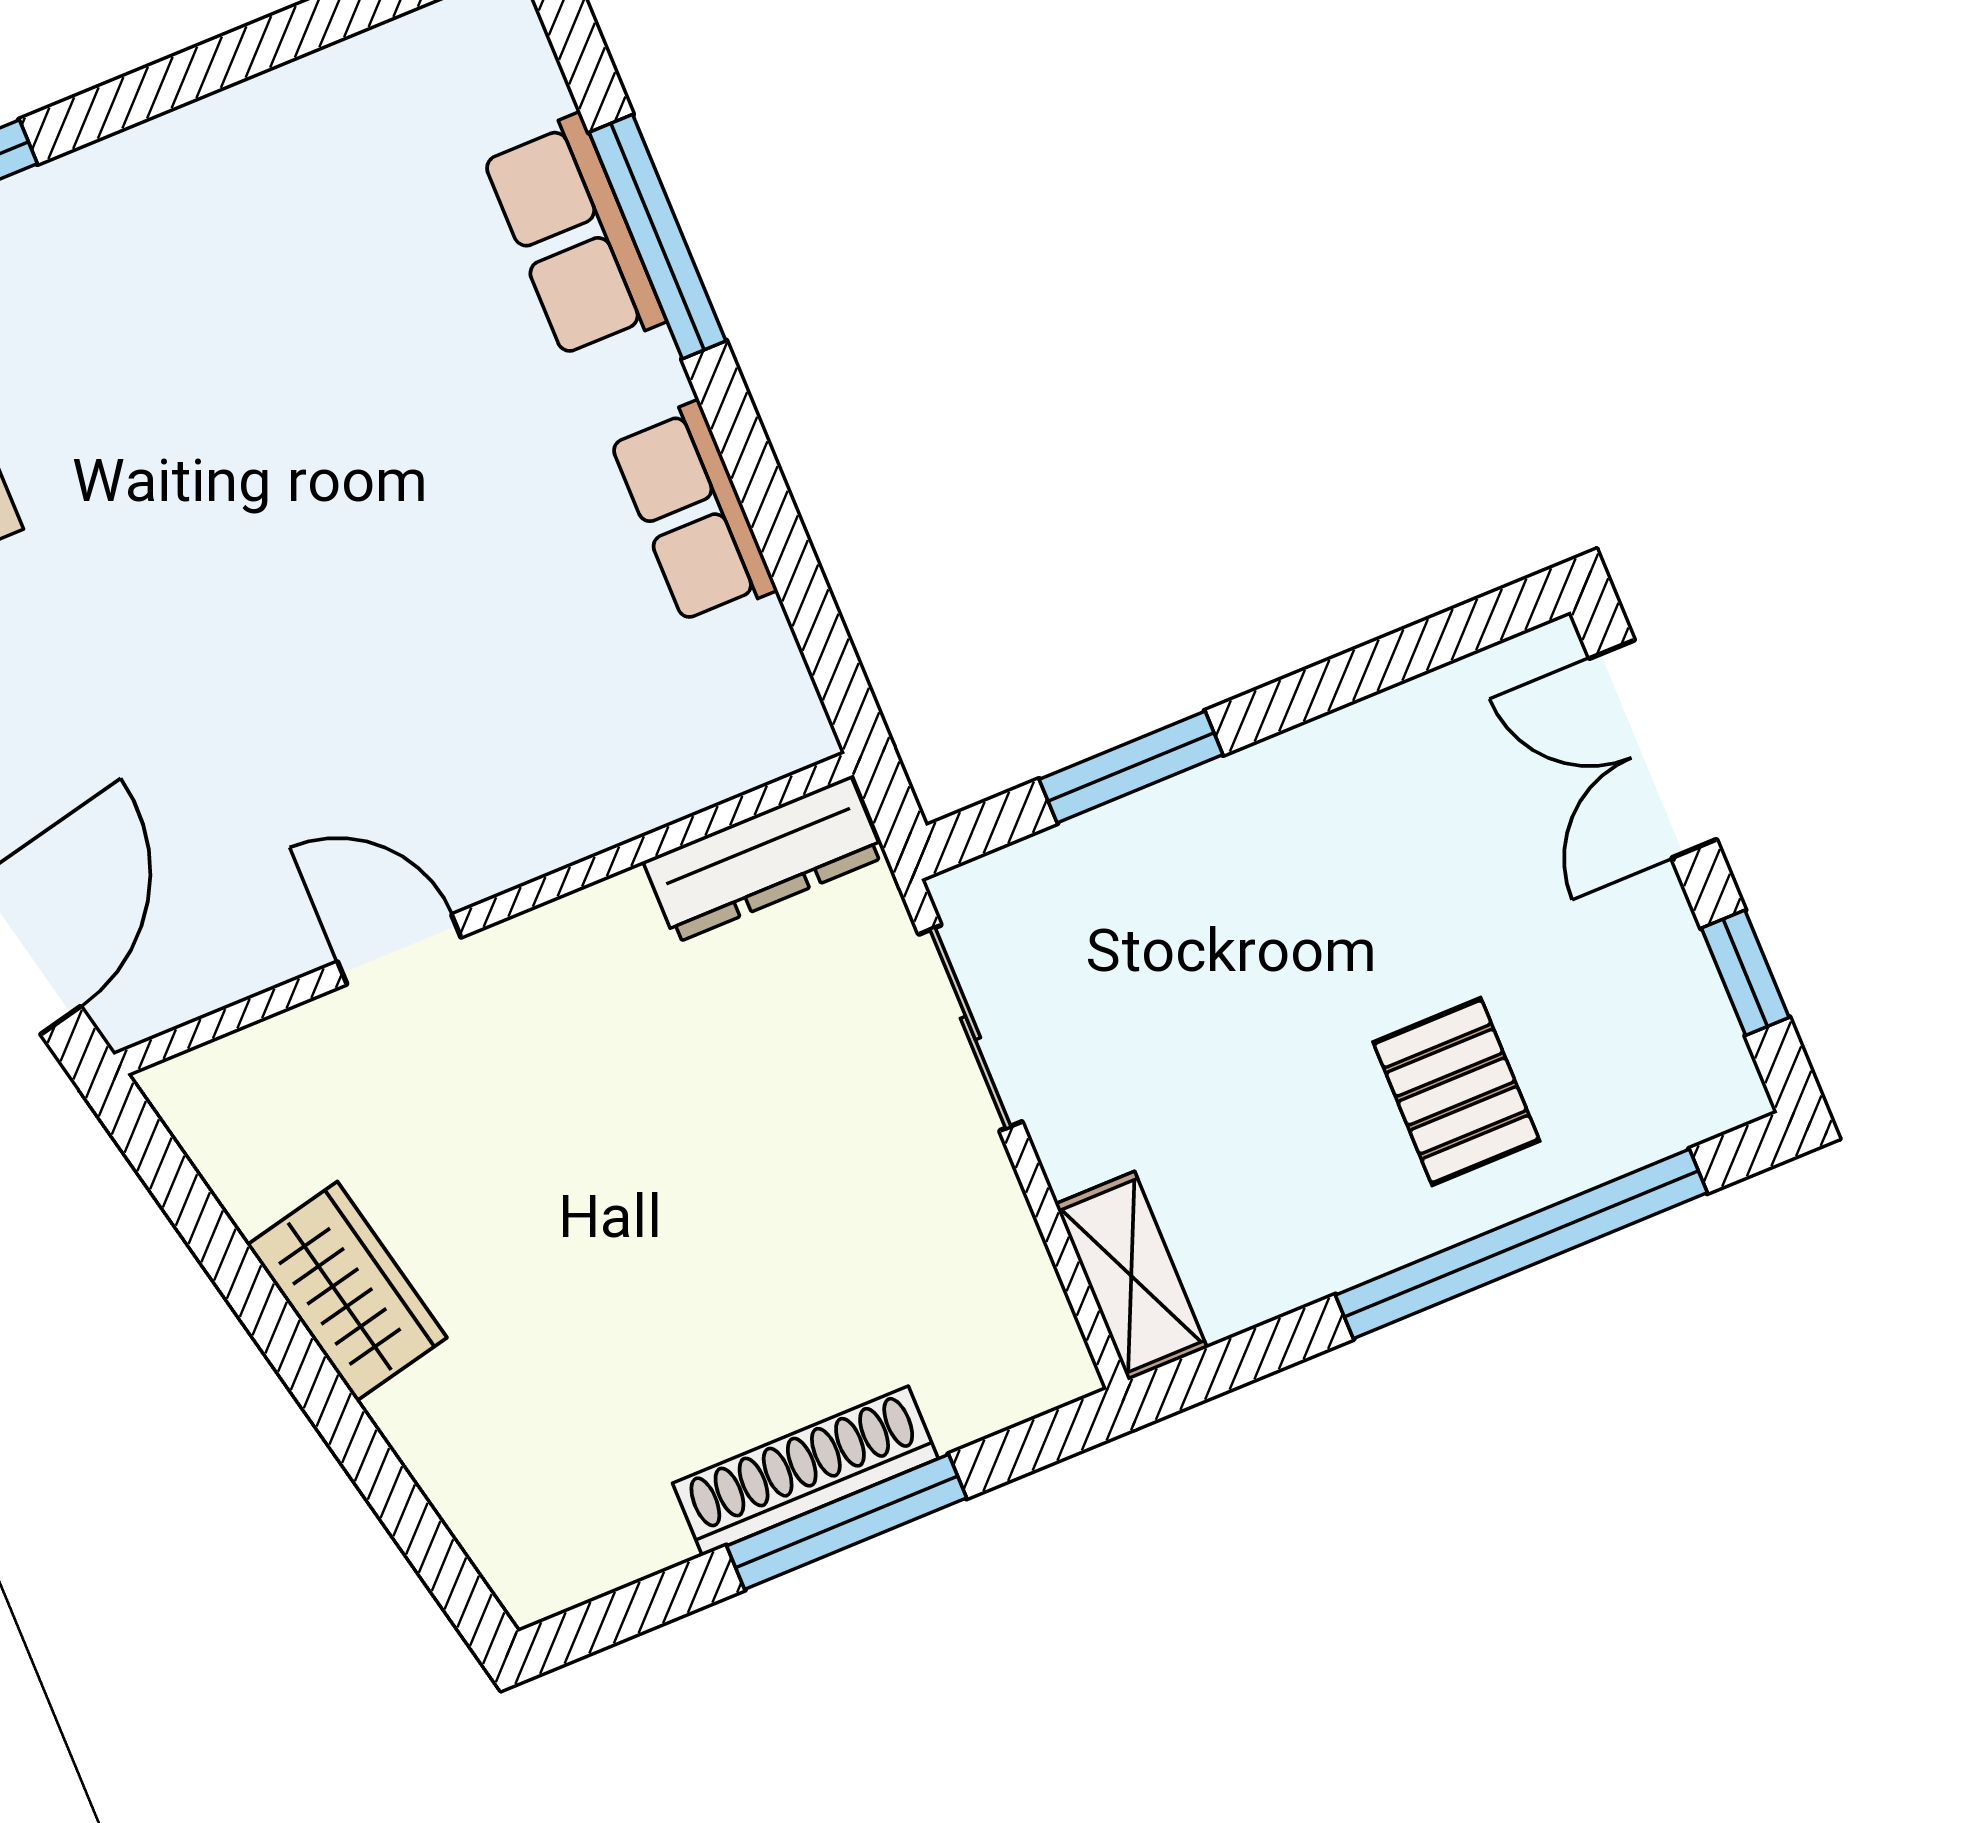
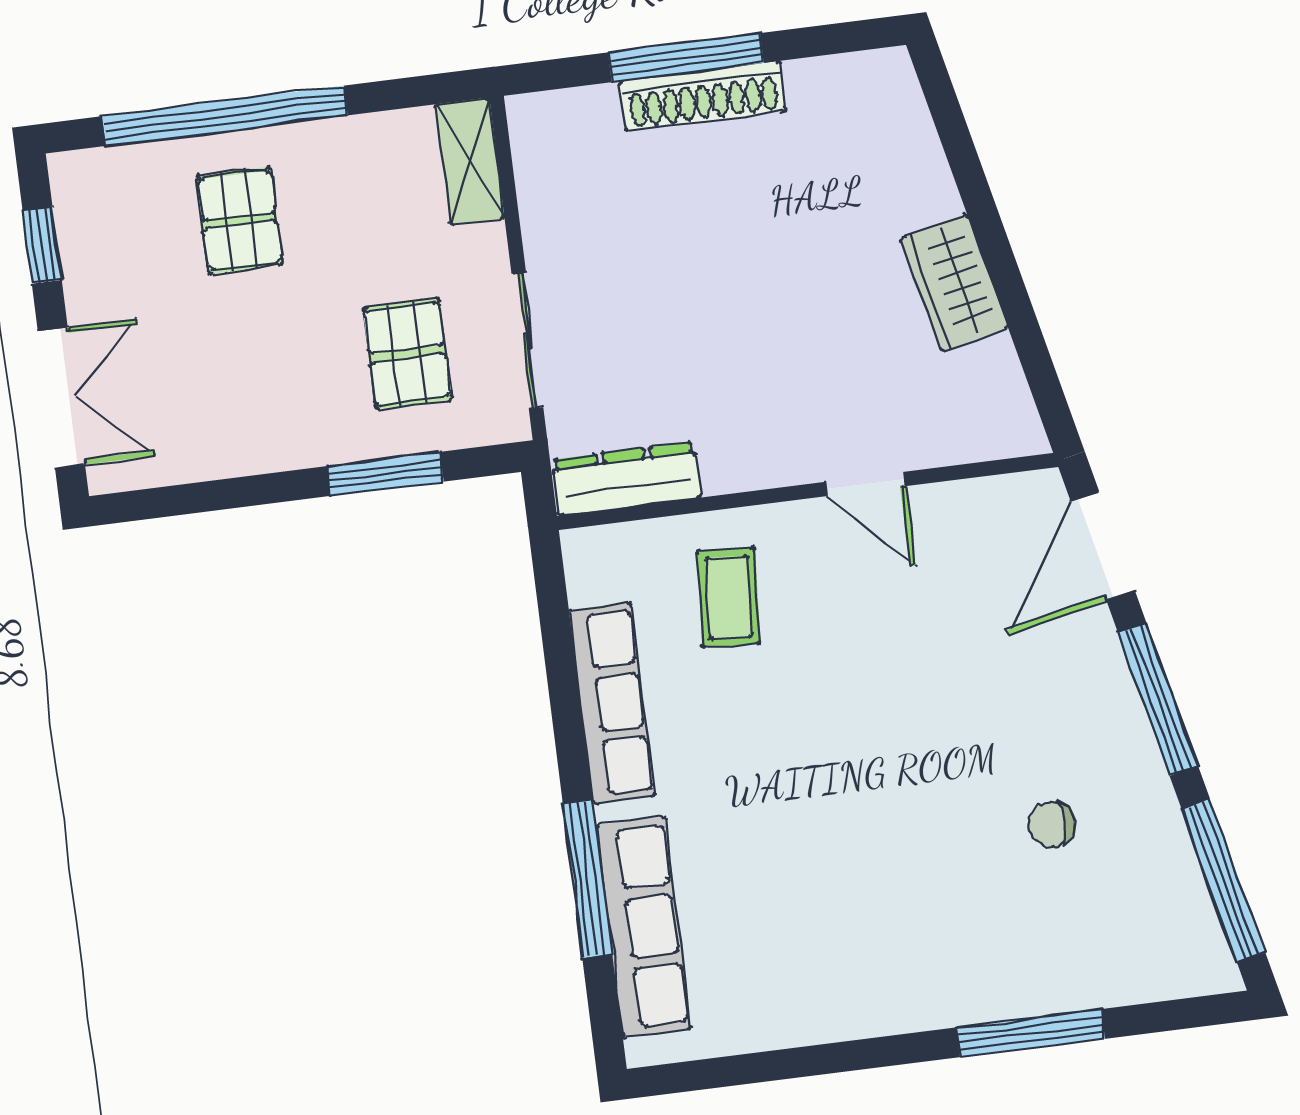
row of seats: (573, 237) -> (644, 927), width x1.48
row of seats: (693, 514) -> (612, 703), width x1.48
coffee table: (559, 722) -> (729, 597), added
pallet: (1147, 958) -> (407, 354), added

